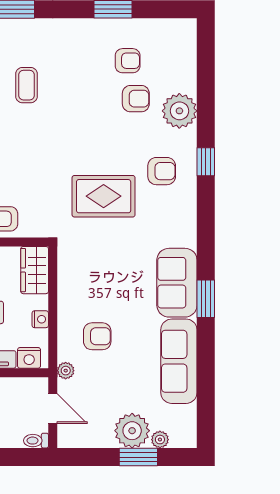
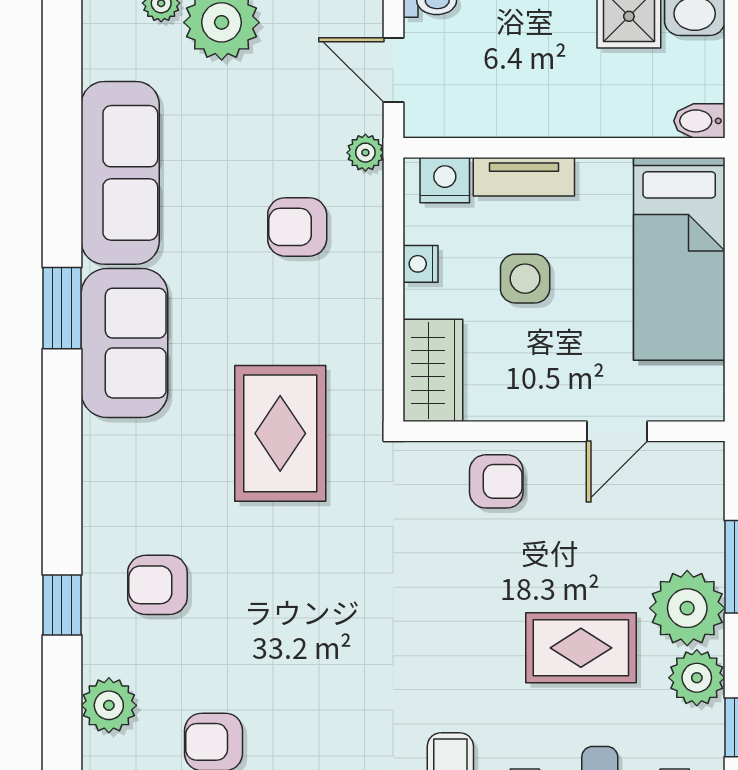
plant: (179, 111) -> (109, 705), width x0.73, depth x0.73
rug: (104, 196) -> (280, 433), moved, turned 90

